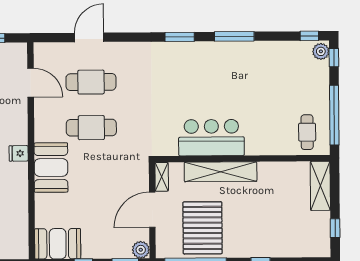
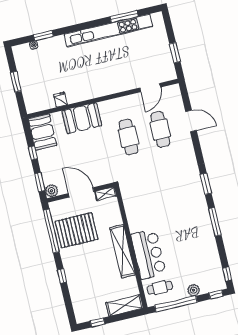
plant: (321, 51) -> (194, 290), moved
bar counter: (211, 138) -> (148, 254), moved
fridge: (19, 153) -> (60, 100), moved
booth: (51, 168) -> (82, 118), moved
shelving: (221, 172) -> (123, 251), moved

